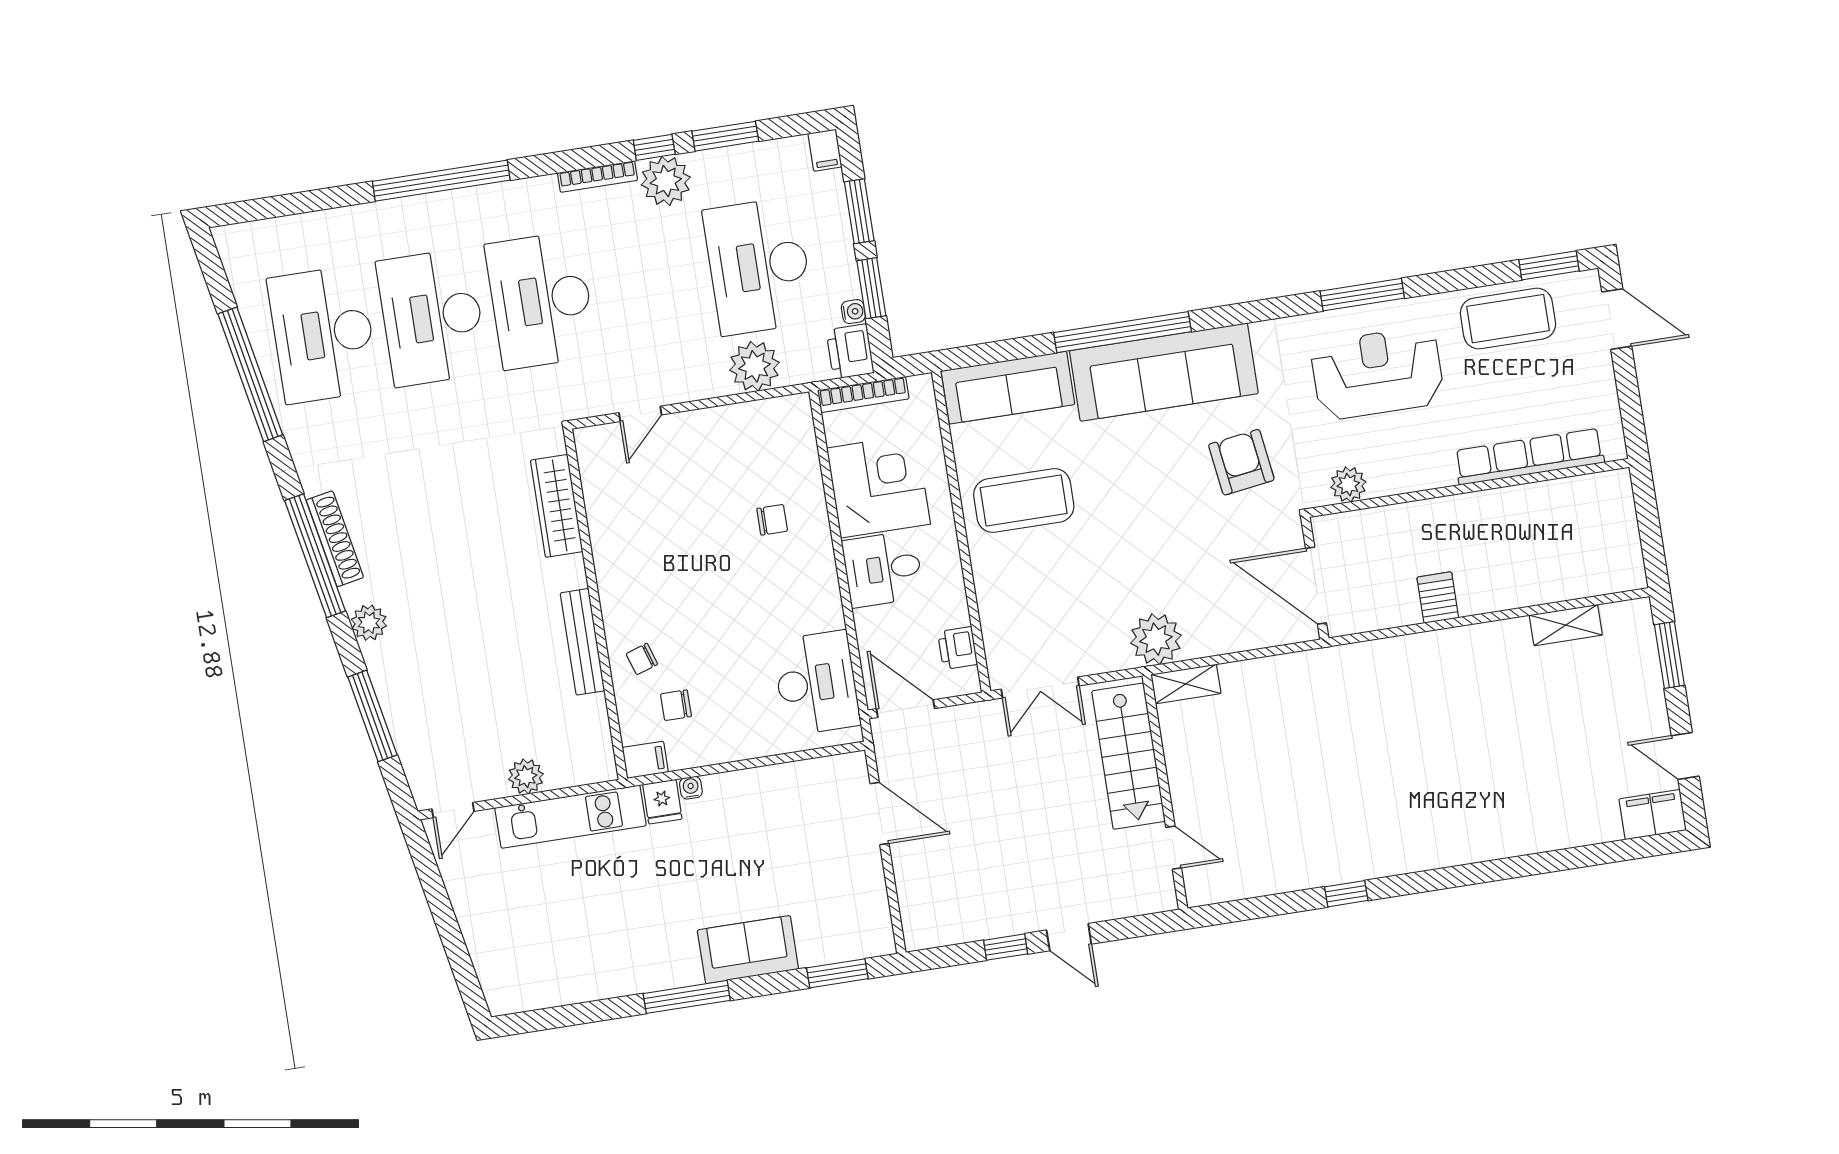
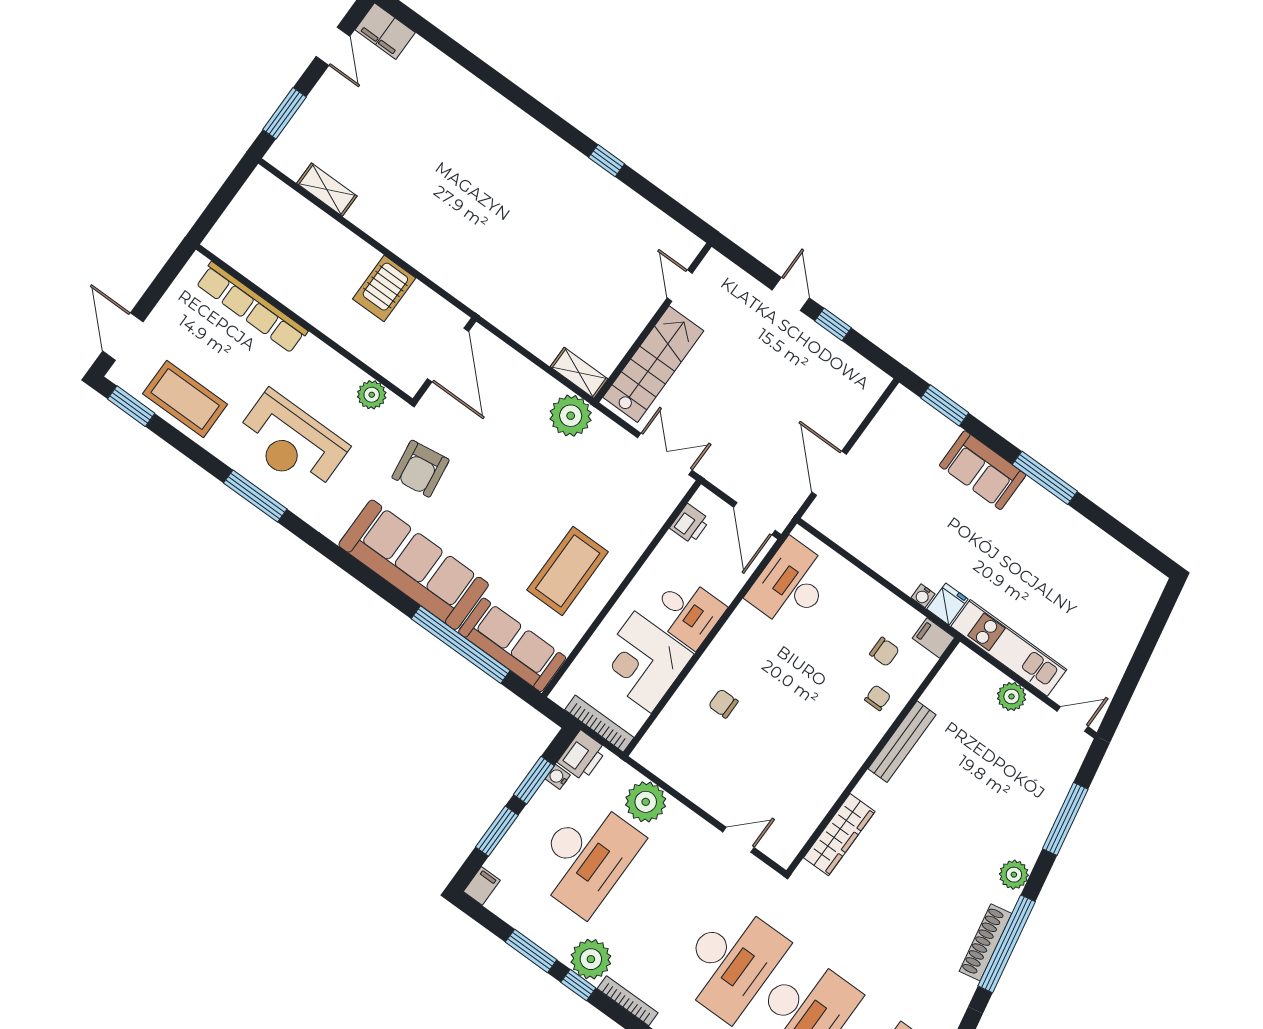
window: (1122, 332) -> (461, 645), moved
coffee table: (1024, 501) -> (568, 571), turned 90
server rack: (1438, 597) -> (384, 288), width x1.36, depth x1.44
chair: (642, 659) -> (878, 698), turned -72

